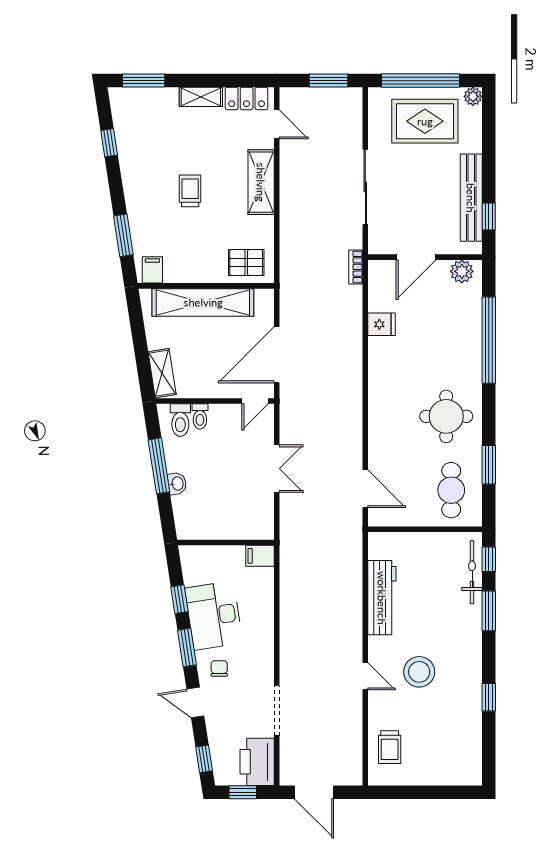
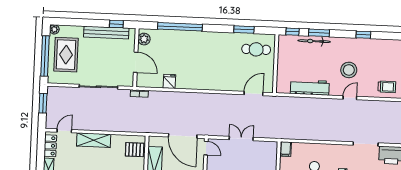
pallet: (246, 263) -> (135, 150), turned 90
round table: (446, 416) -> (218, 50), removed
bicycle: (472, 572) -> (314, 41), moved

